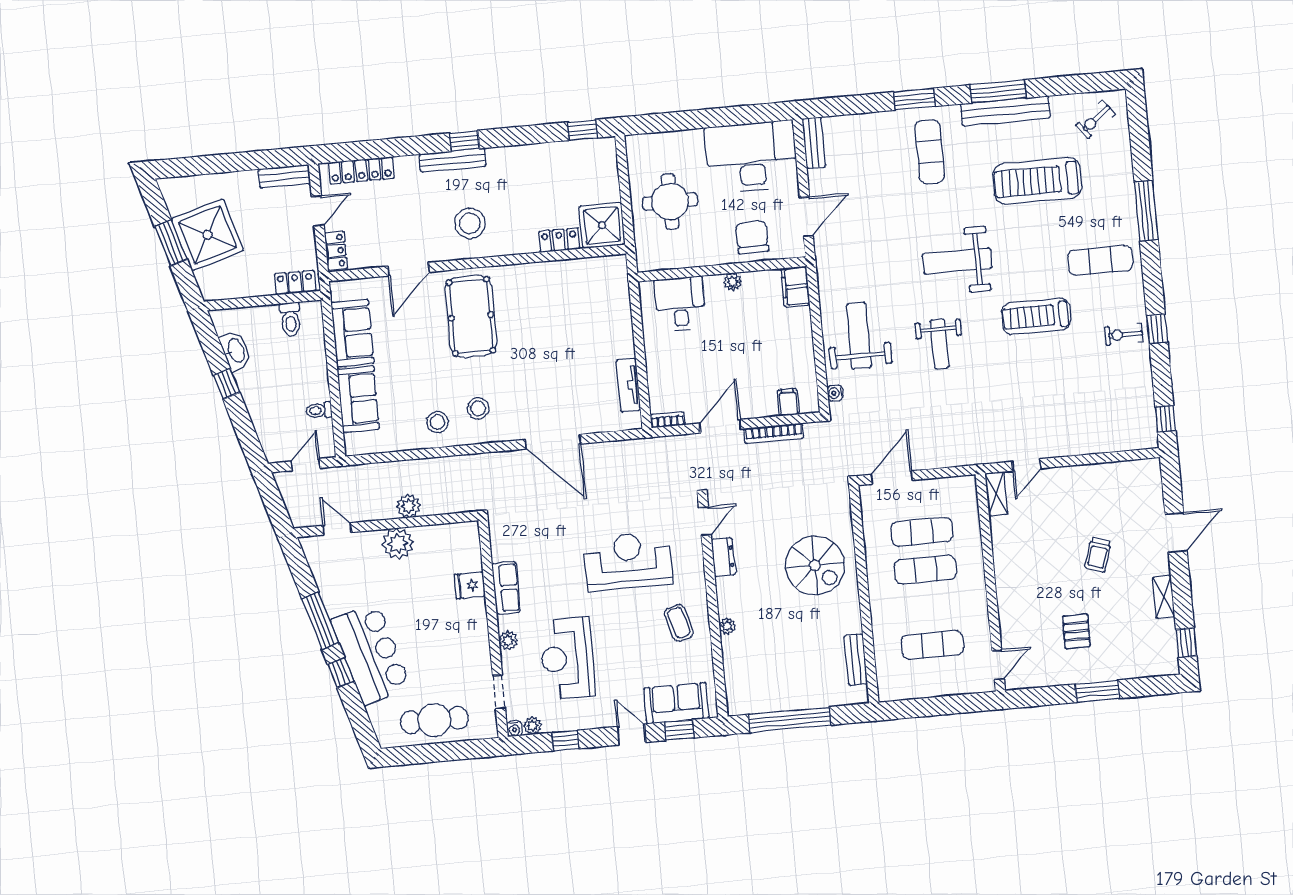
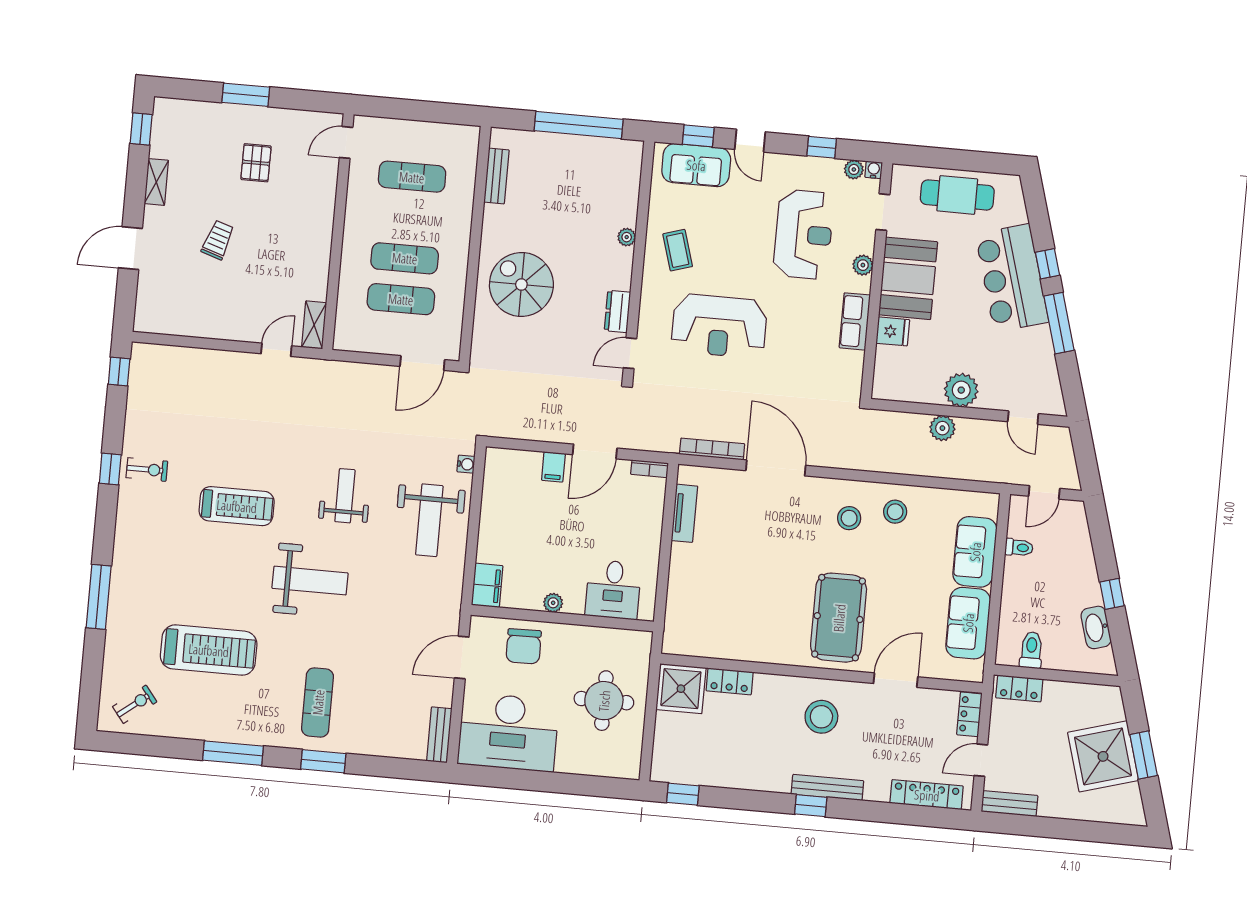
bench: (1005, 111) -> (229, 731), removed
exercise mat: (1100, 260) -> (157, 553), removed
filing cabinet: (788, 402) -> (553, 467), moved
bookcase: (774, 433) -> (712, 449), moved
booth: (465, 636) -> (908, 278), added

